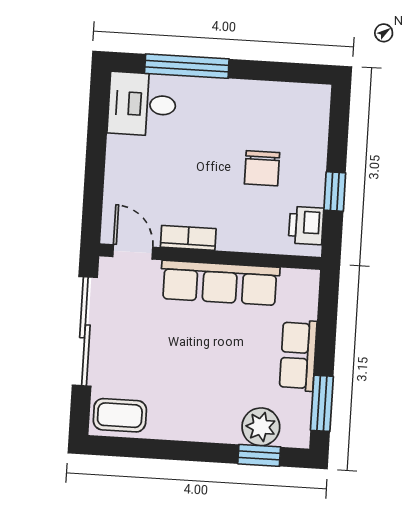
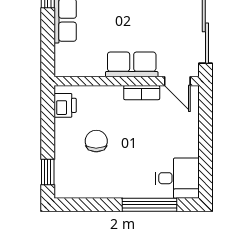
window: (335, 191) -> (48, 172), moved
row of seats: (220, 283) -> (132, 64), width x0.68

